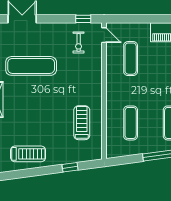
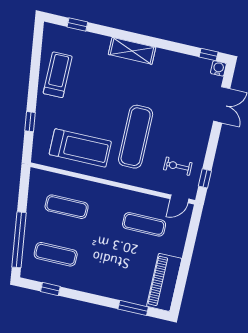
exercise mat: (31, 66) -> (136, 137), moved
treadmill: (82, 123) -> (80, 148), width x1.37, depth x1.38
treadmill: (28, 154) -> (58, 75), turned 180

